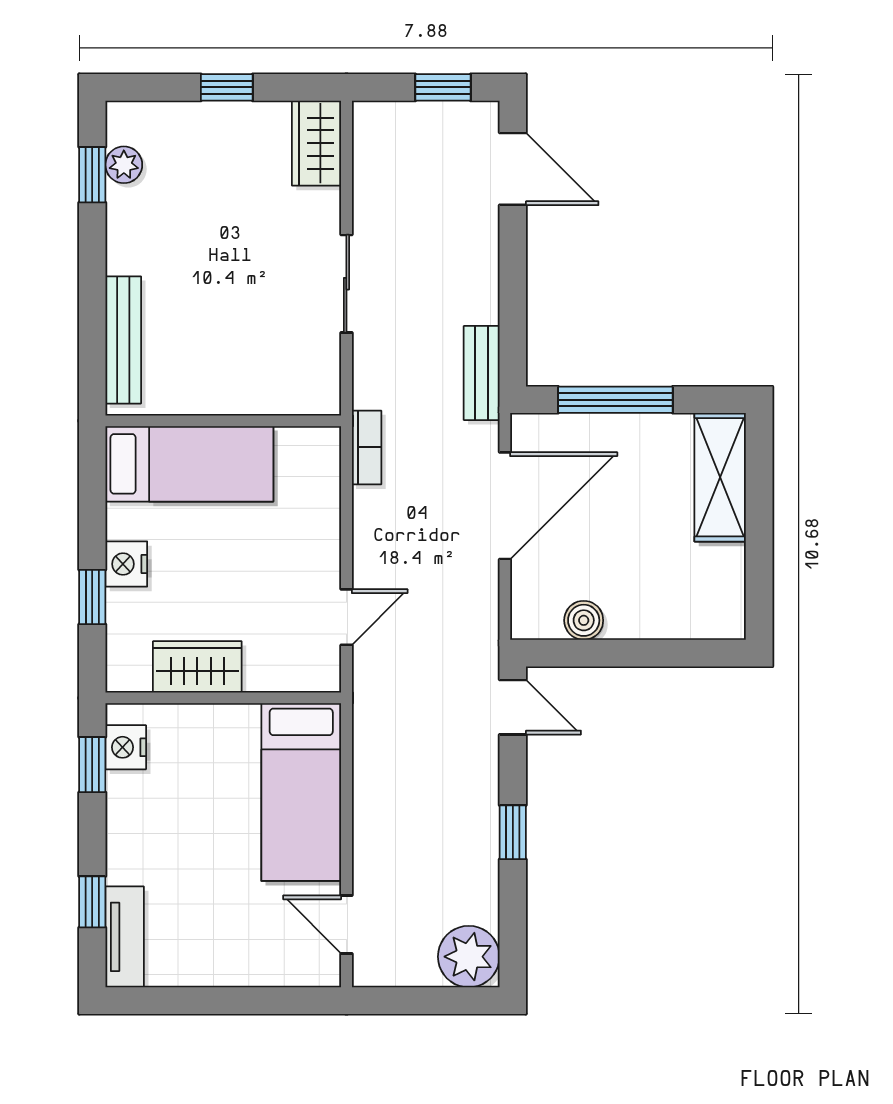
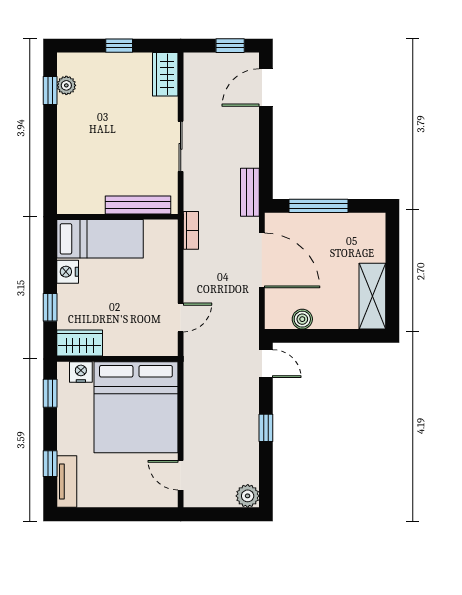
door: (513, 169) -> (266, 88), swing flipped
bench: (123, 340) -> (138, 205), moved, turned 90
shelving: (720, 477) -> (372, 296), moved
door: (505, 506) -> (262, 260), hinge flipped
nightstand: (126, 564) -> (68, 272), moved
wardrobe: (197, 667) -> (80, 343), moved
nightstand: (126, 747) -> (81, 372), moved, turned 90
bed: (301, 792) -> (136, 407), width x2.04
plant: (469, 957) -> (248, 496), width x0.73, depth x0.73

